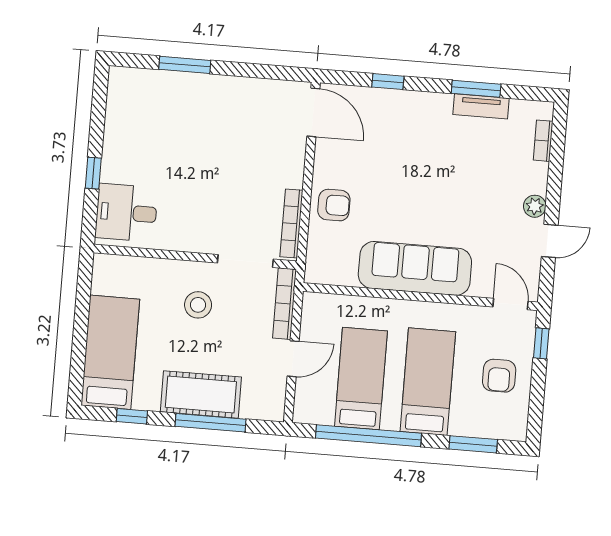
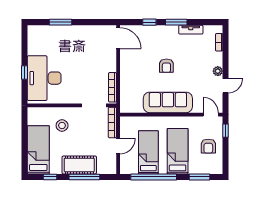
window: (476, 89) -> (176, 22), moved
armchair: (334, 205) -> (166, 66), moved, turned 90
desk: (126, 213) -> (44, 78), width x1.87, depth x1.30
stool: (198, 305) -> (62, 125), moved

